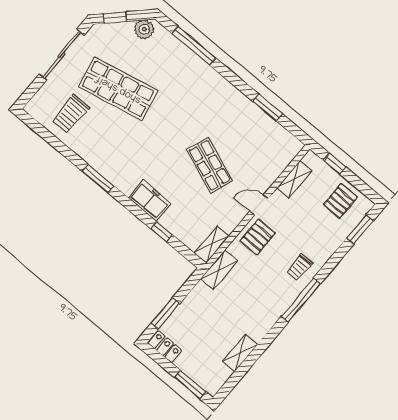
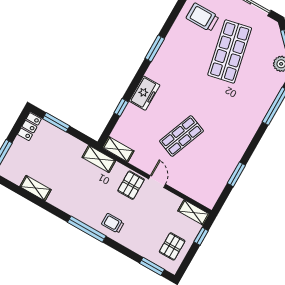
shelving: (294, 179) -> (194, 212), moved
pallet: (340, 201) -> (172, 246), turned 90
pallet: (258, 237) -> (131, 185), turned 90

